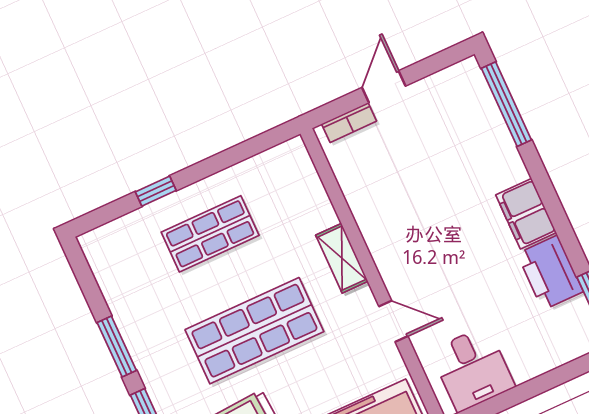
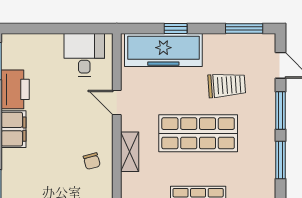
chair: (391, 219) -> (92, 161), added

